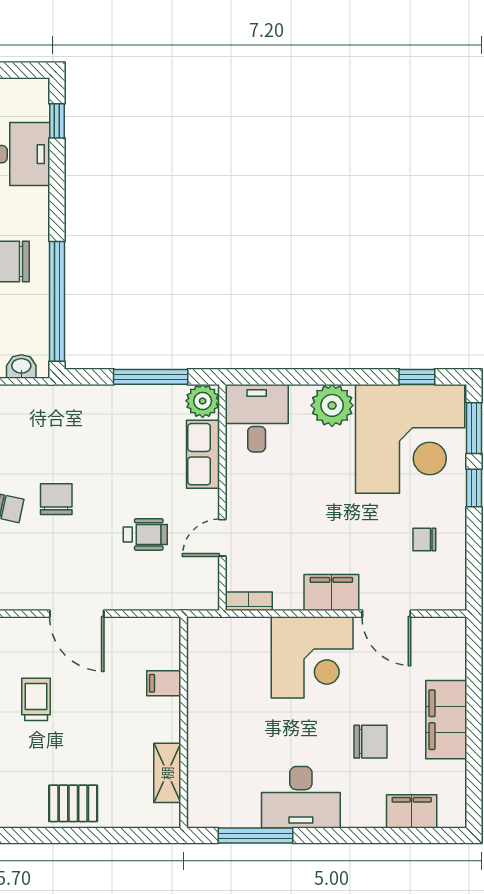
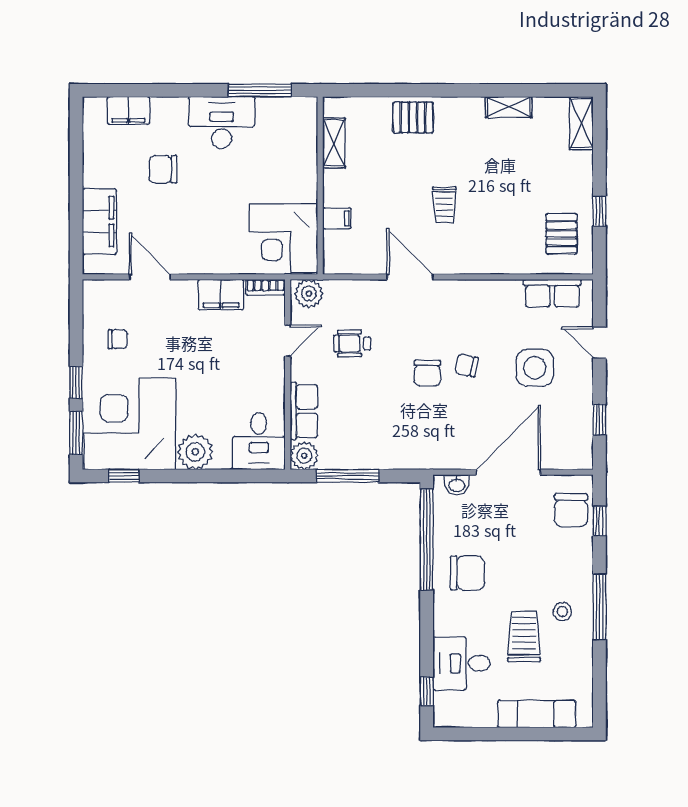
filing cabinet: (331, 593) -> (221, 295), moved
plant: (197, 594) -> (309, 294), added
corner desk: (312, 657) -> (283, 238), moved, turned -90
filing cabinet: (446, 720) -> (99, 221), moved

